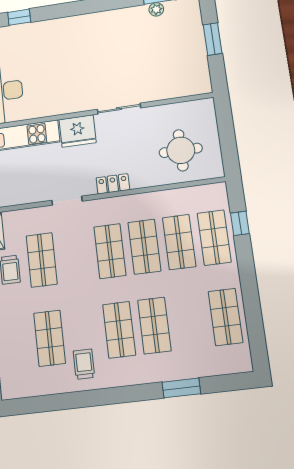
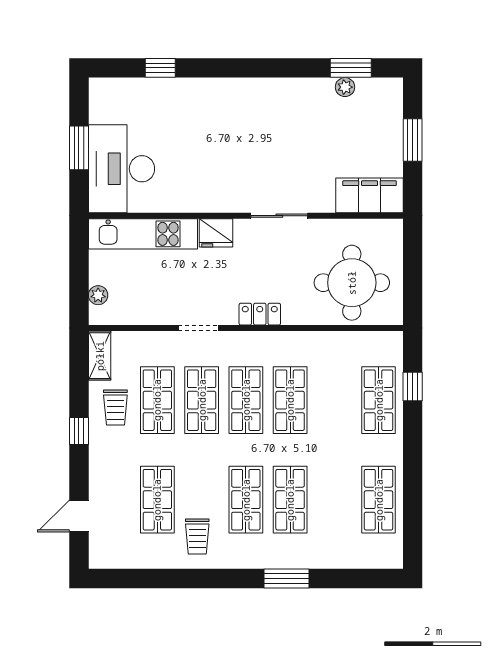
filing cabinet: (185, 84) -> (370, 195), added
fridge: (78, 131) -> (216, 233), width x0.73, depth x0.75
round table: (181, 150) -> (352, 283), width x1.36, depth x1.36
shop shelf: (179, 242) -> (202, 400), moved
trolley: (84, 364) -> (197, 536), turned 180
window: (181, 388) -> (286, 579), moved

